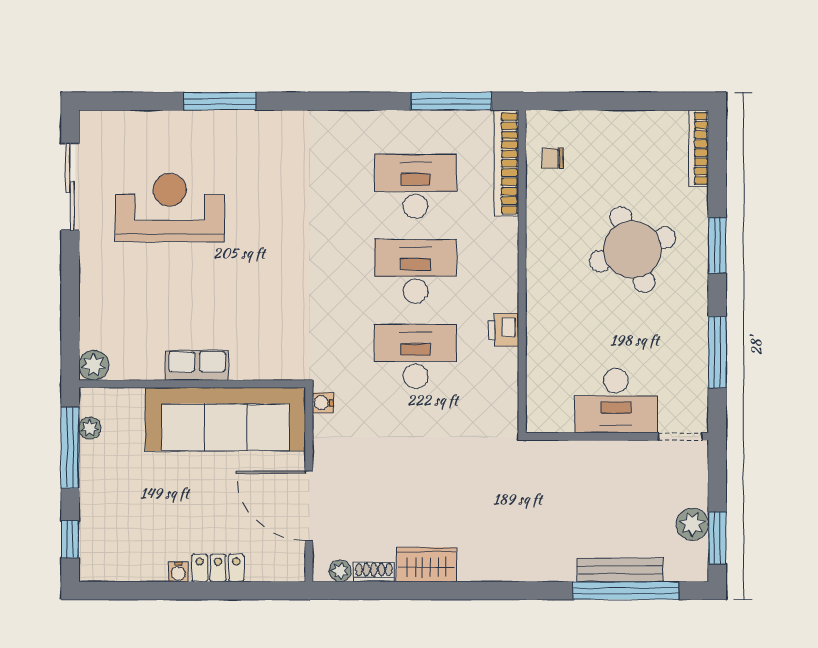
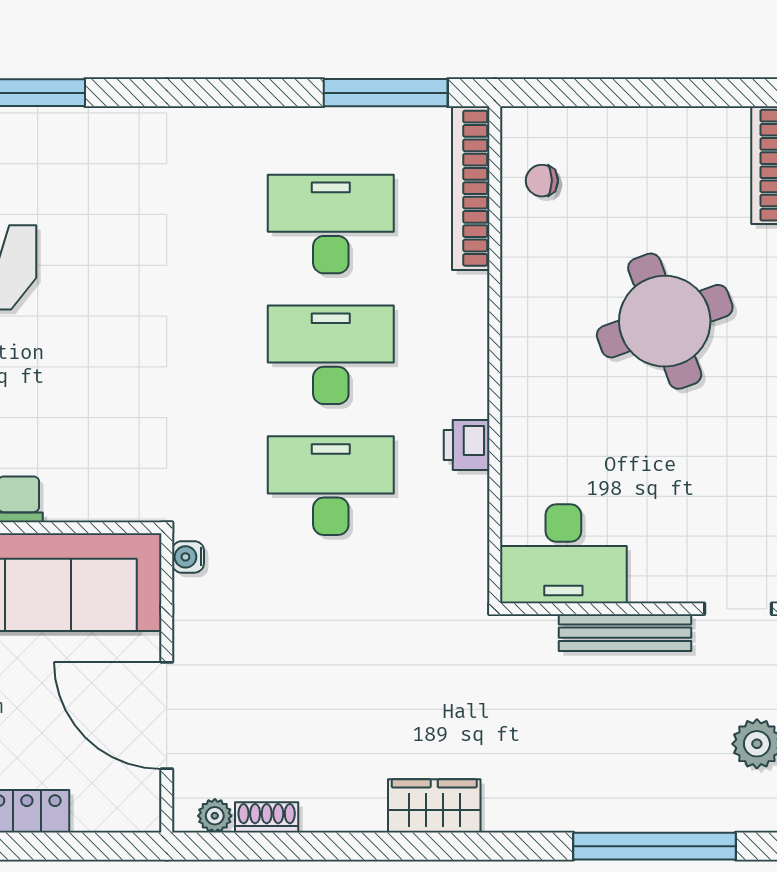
desk: (616, 401) -> (563, 554), moved
wardrobe: (427, 564) -> (434, 806), moved
bench: (620, 570) -> (625, 633), moved

